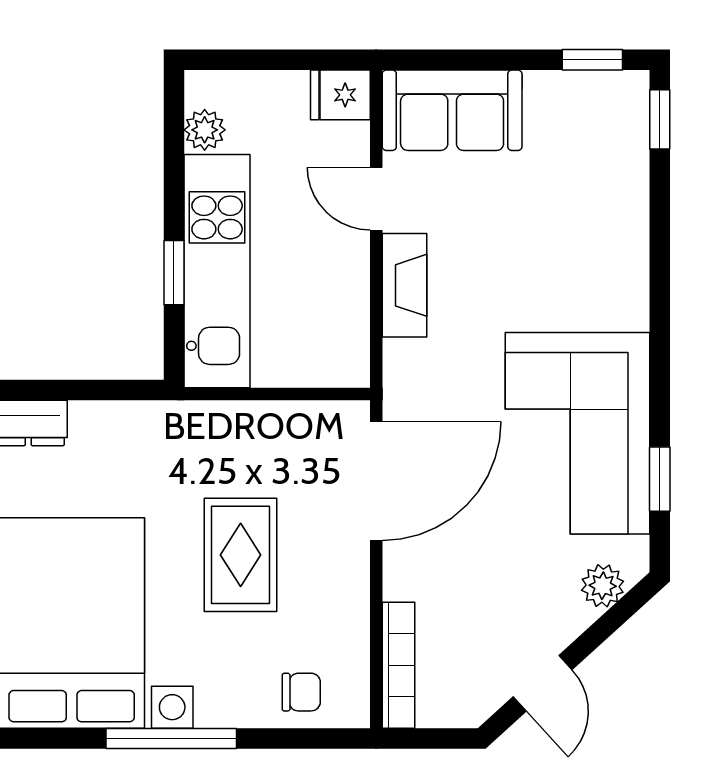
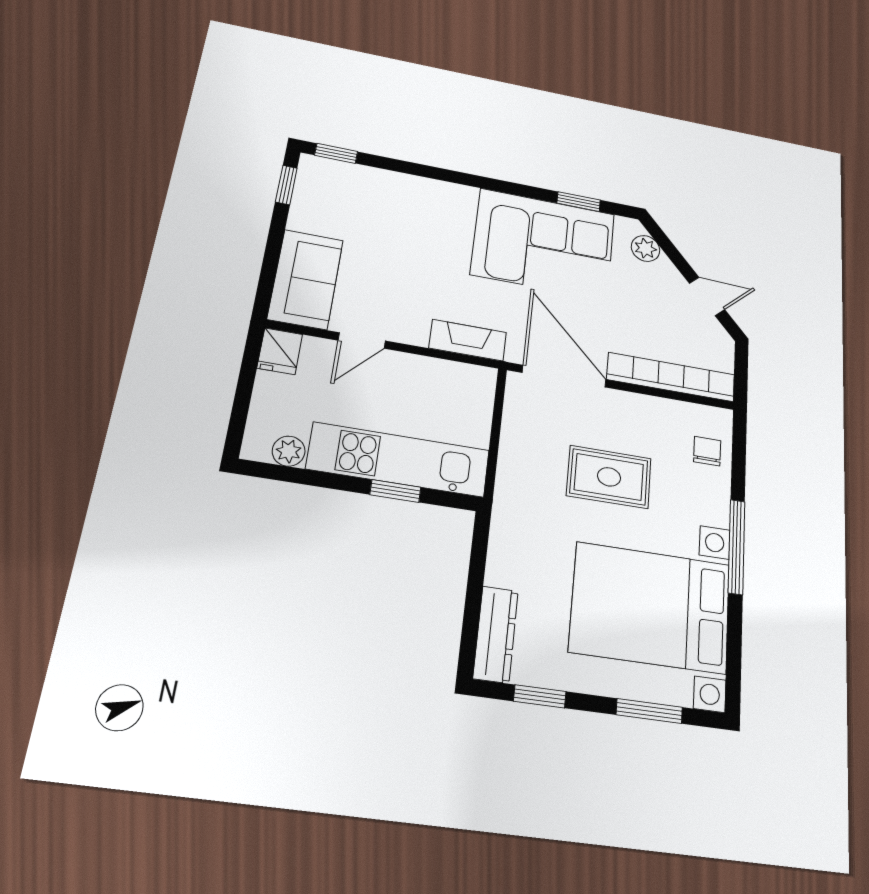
fireplace: (404, 285) -> (468, 340), moved
bookcase: (398, 665) -> (671, 377), width x1.48, depth x1.31

